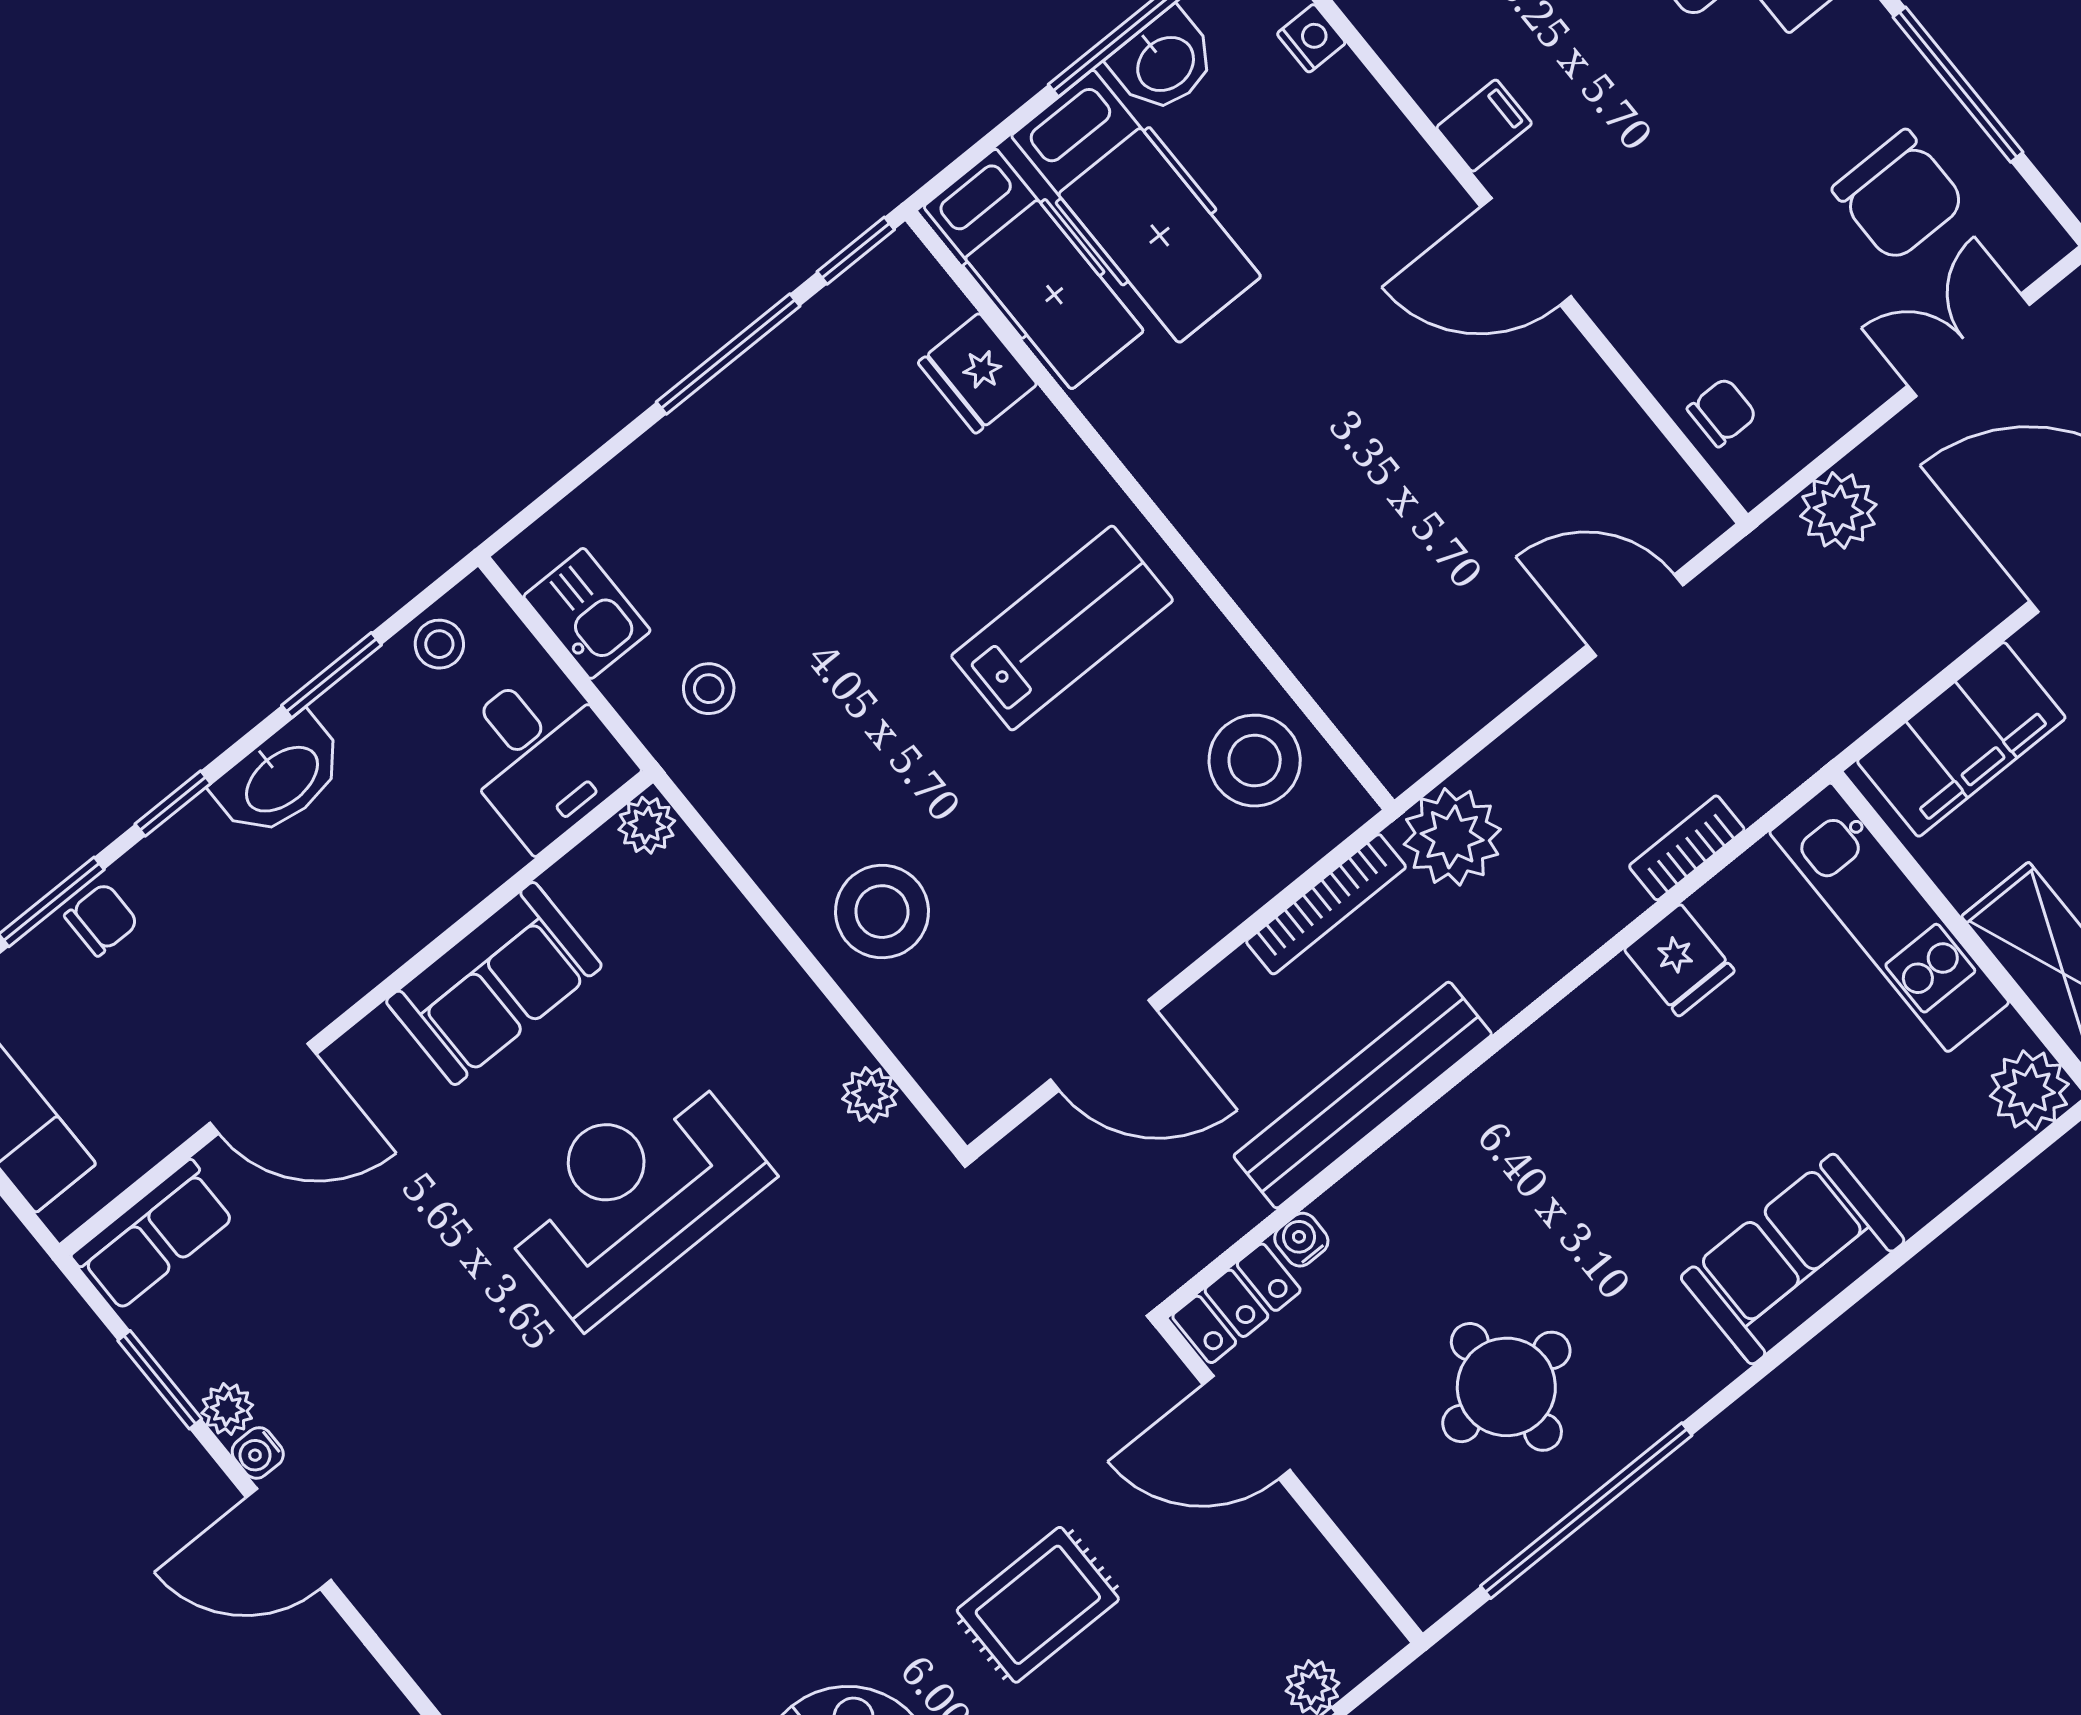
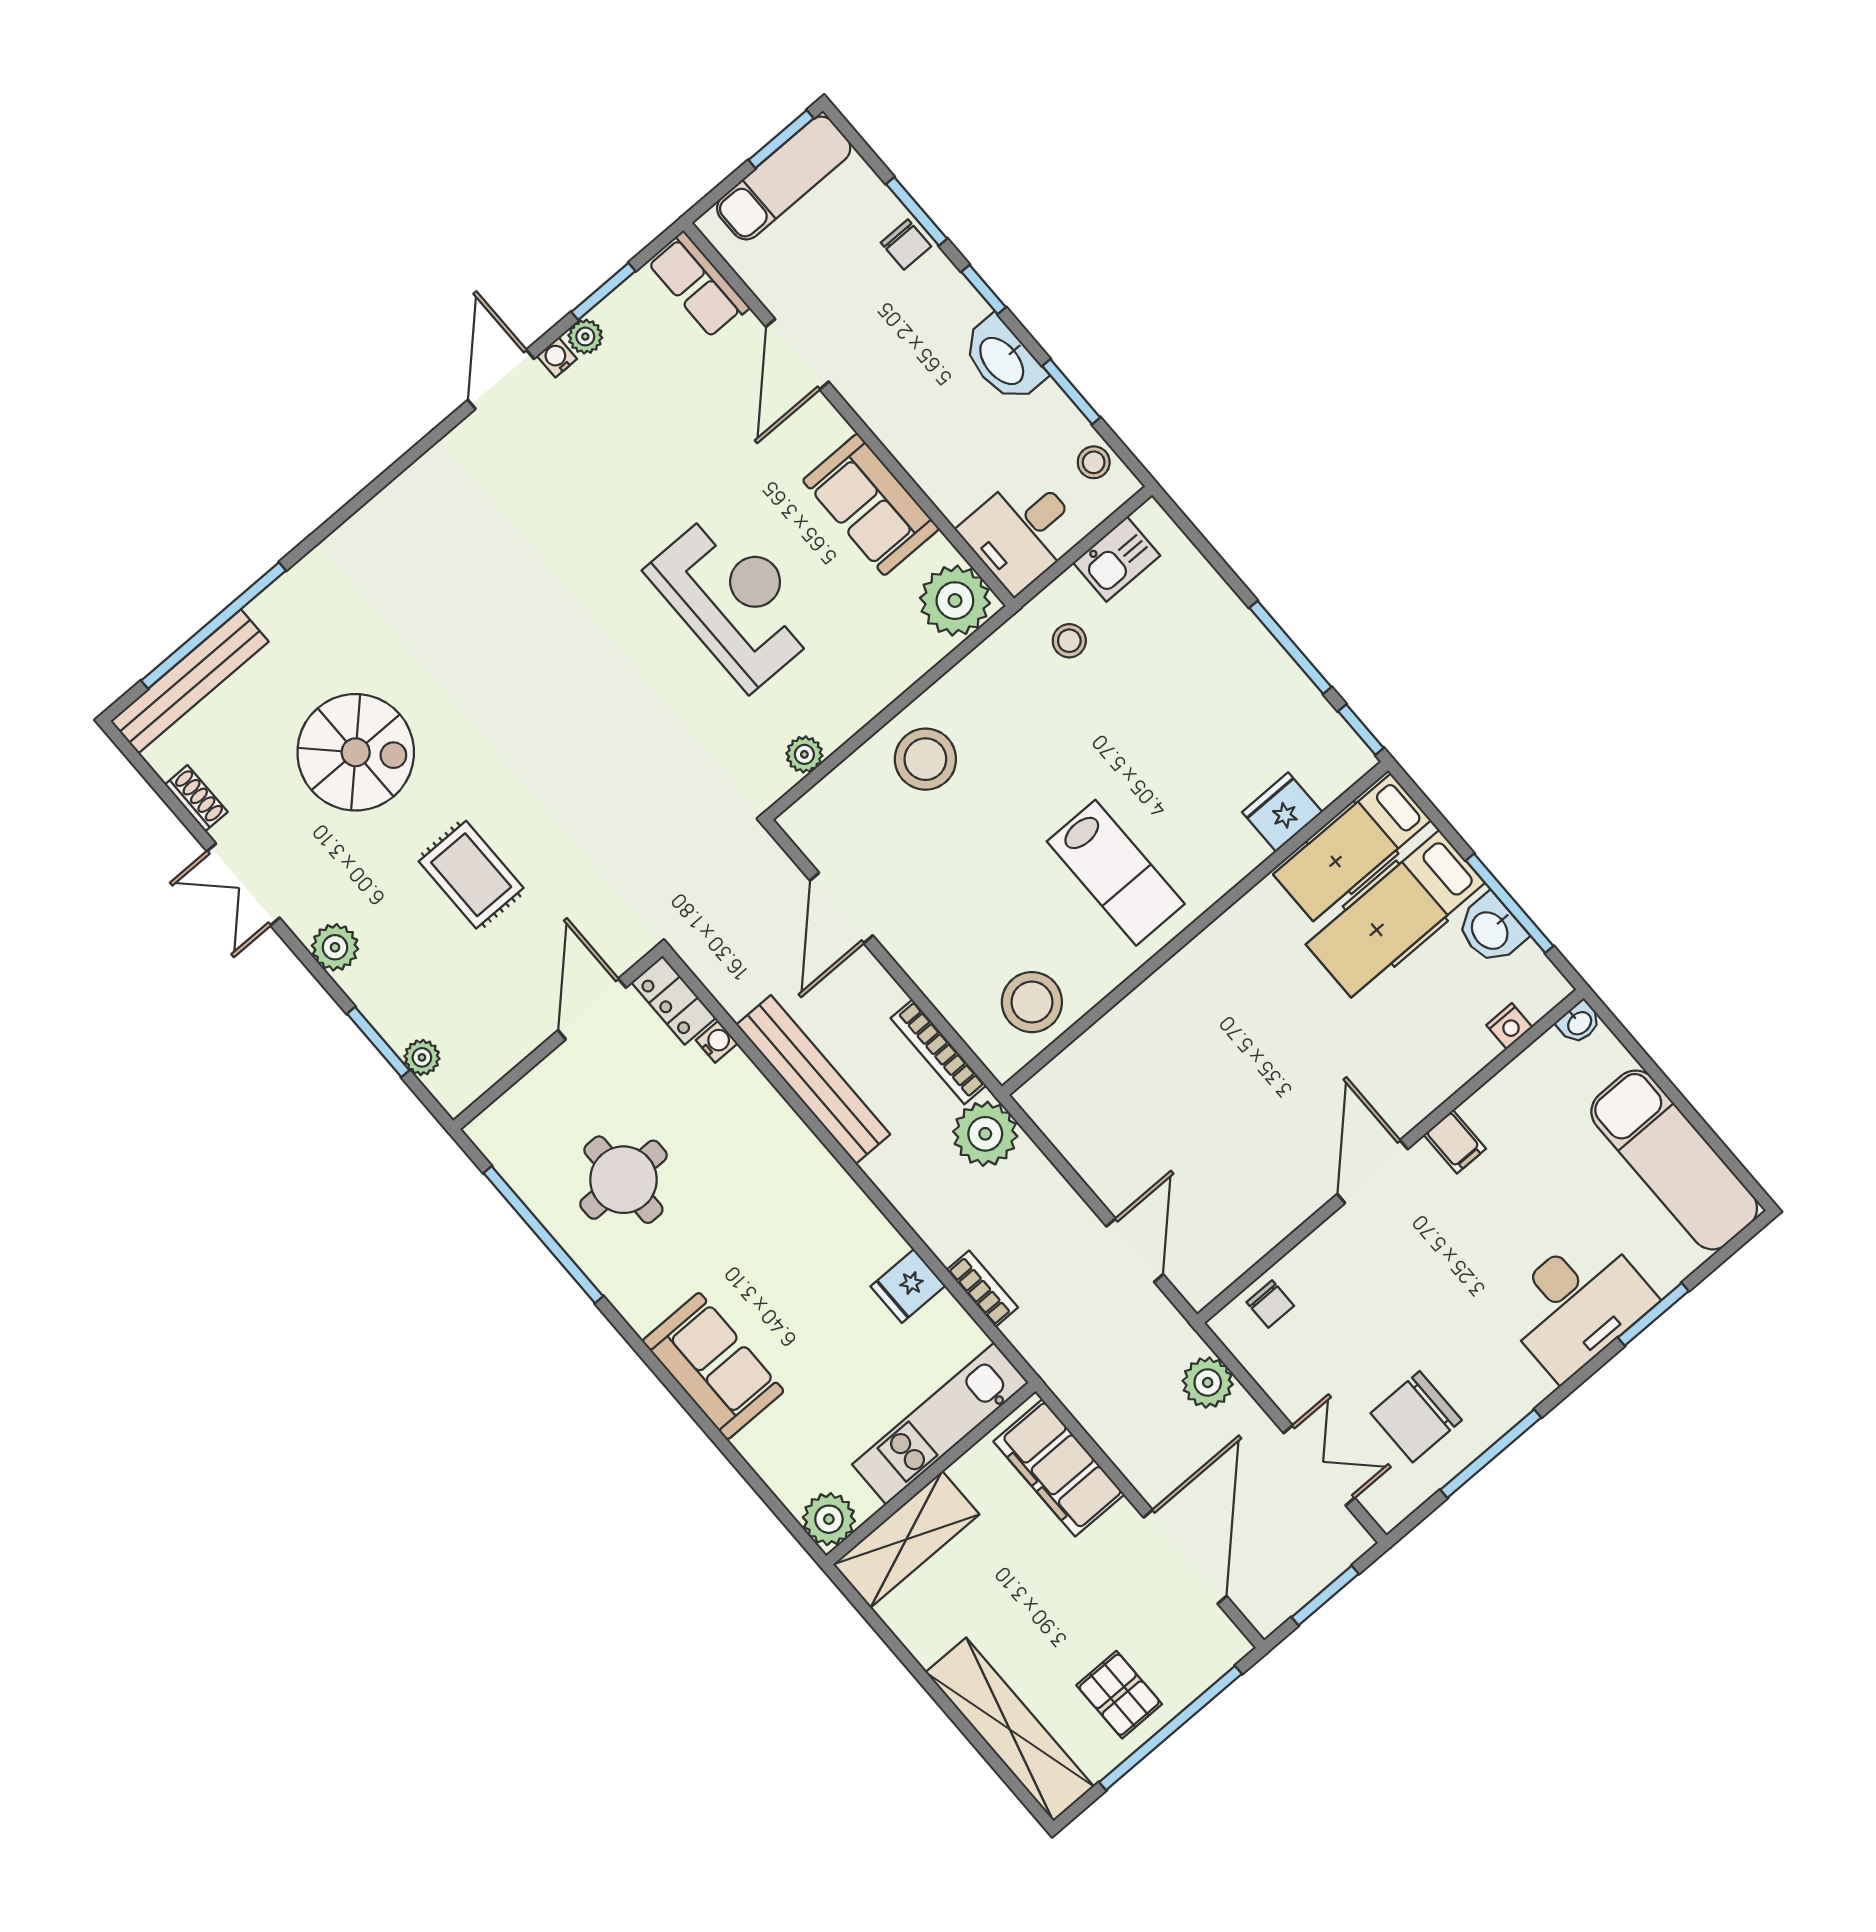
plant: (647, 825) -> (955, 601), width x1.88, depth x1.88

